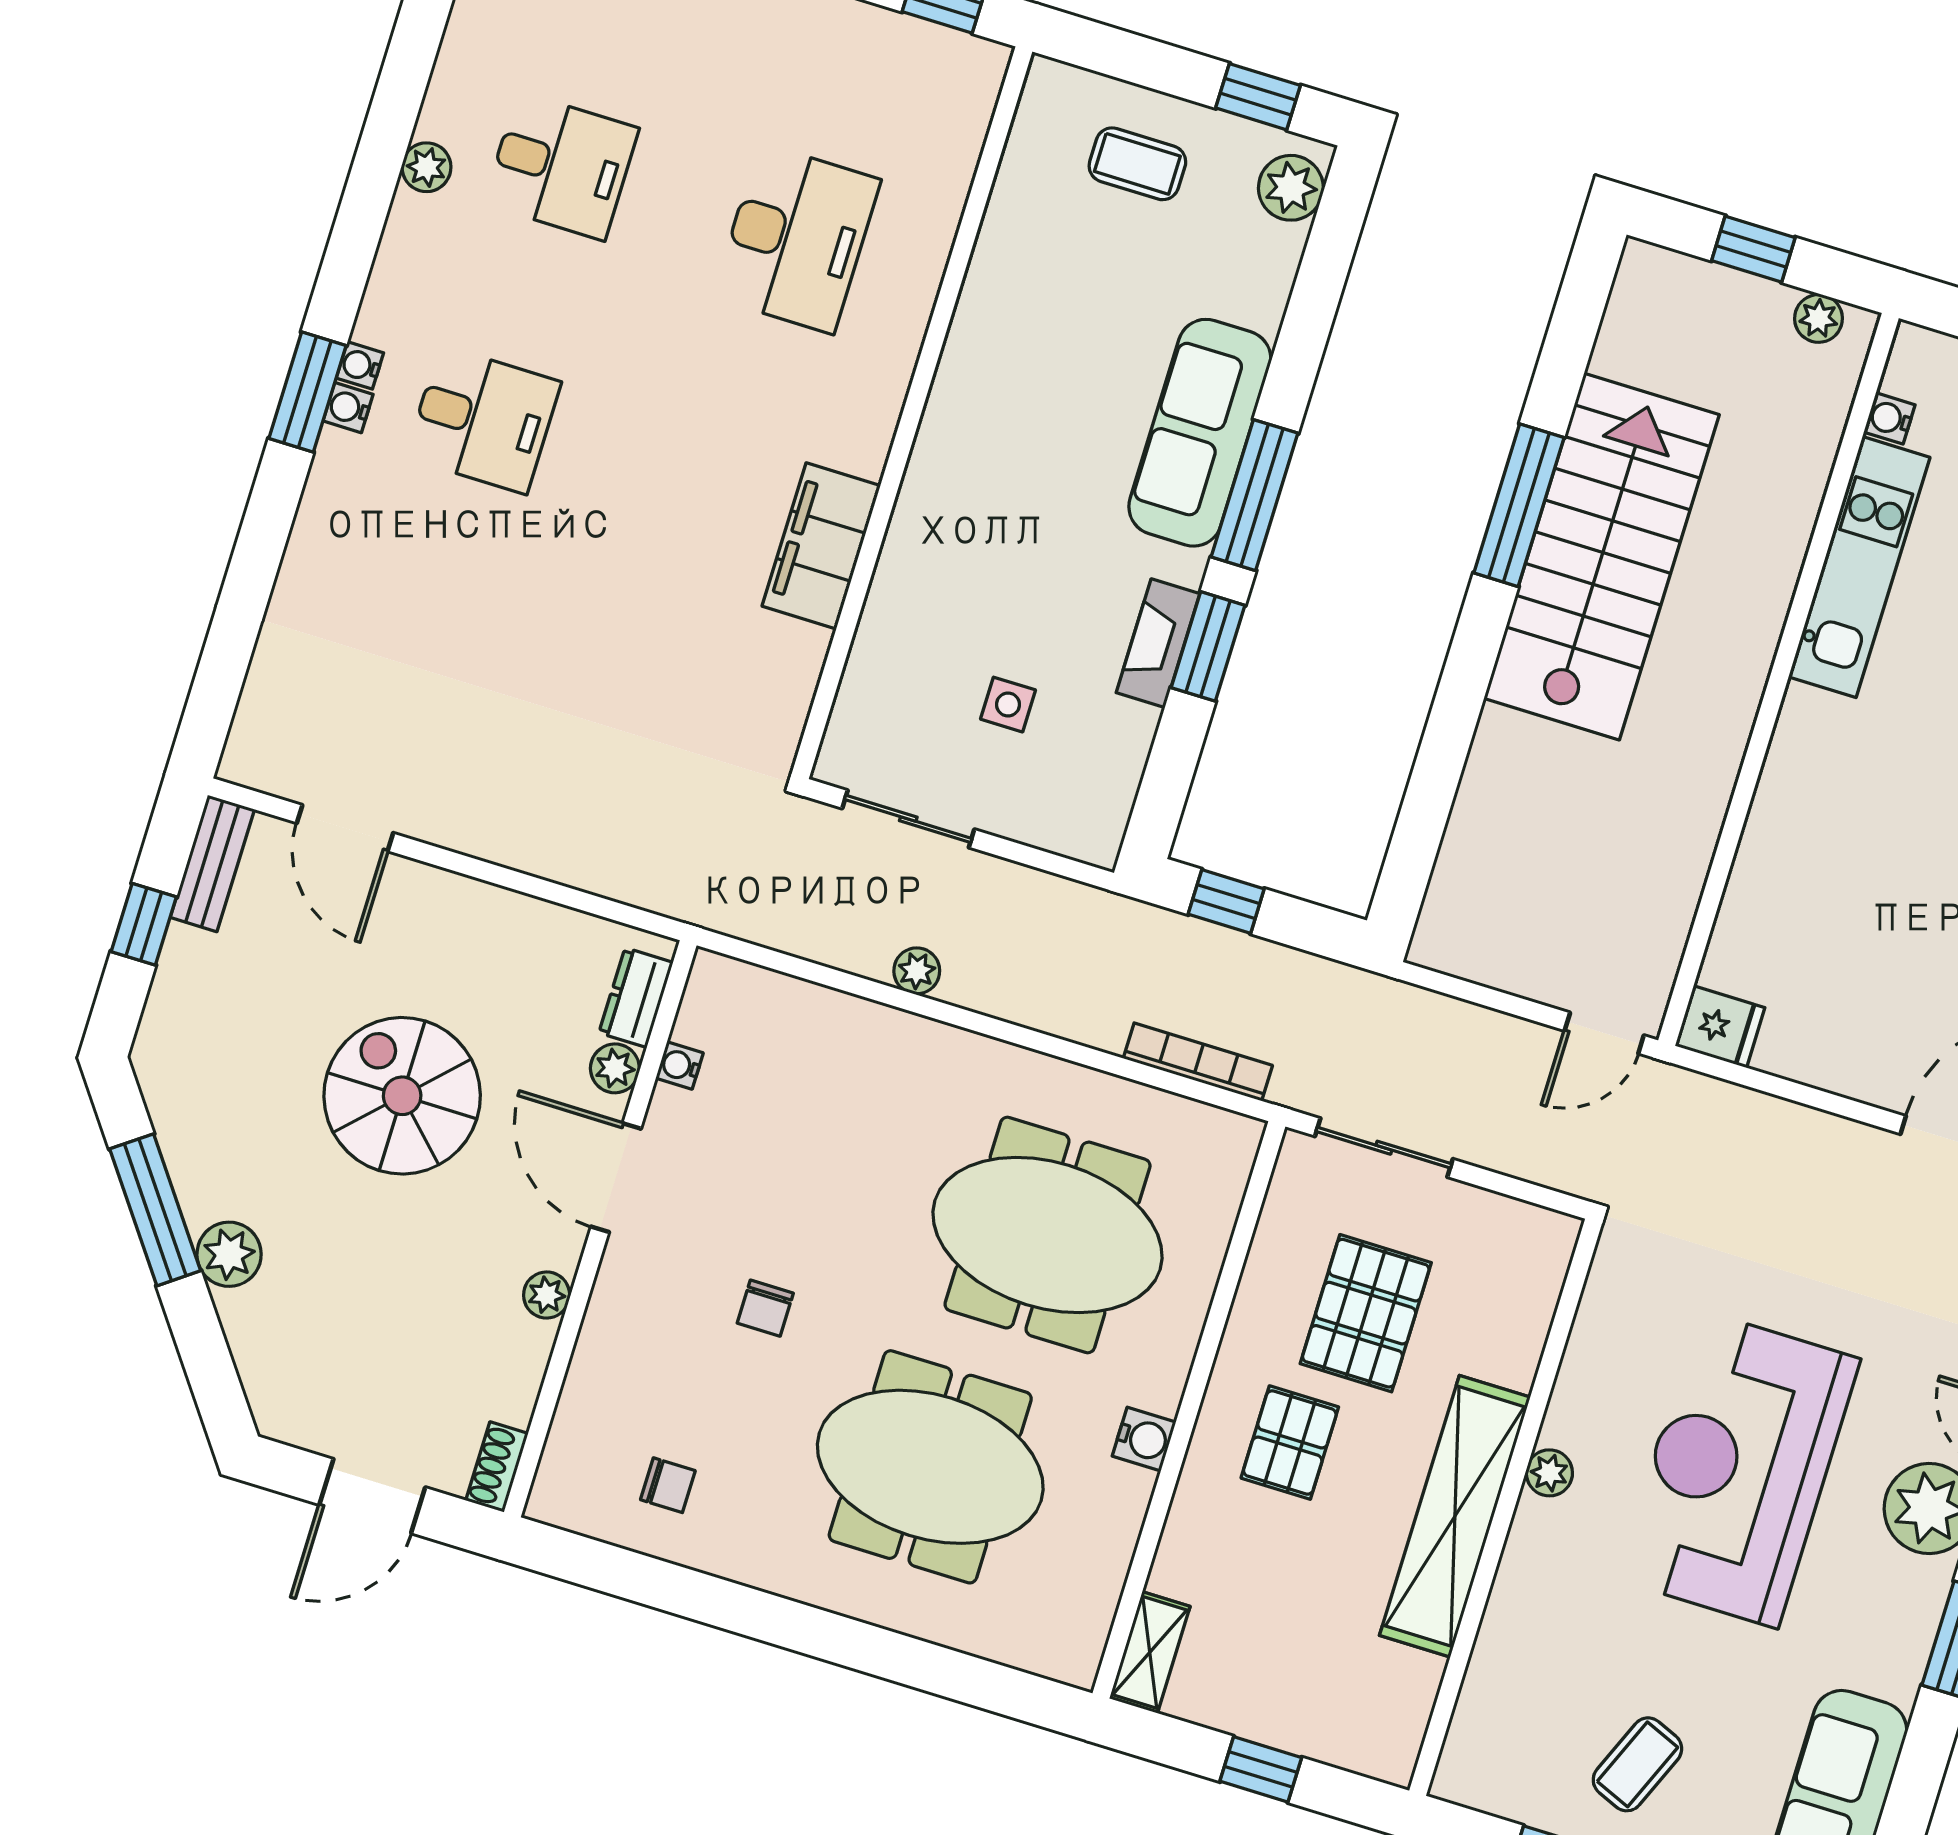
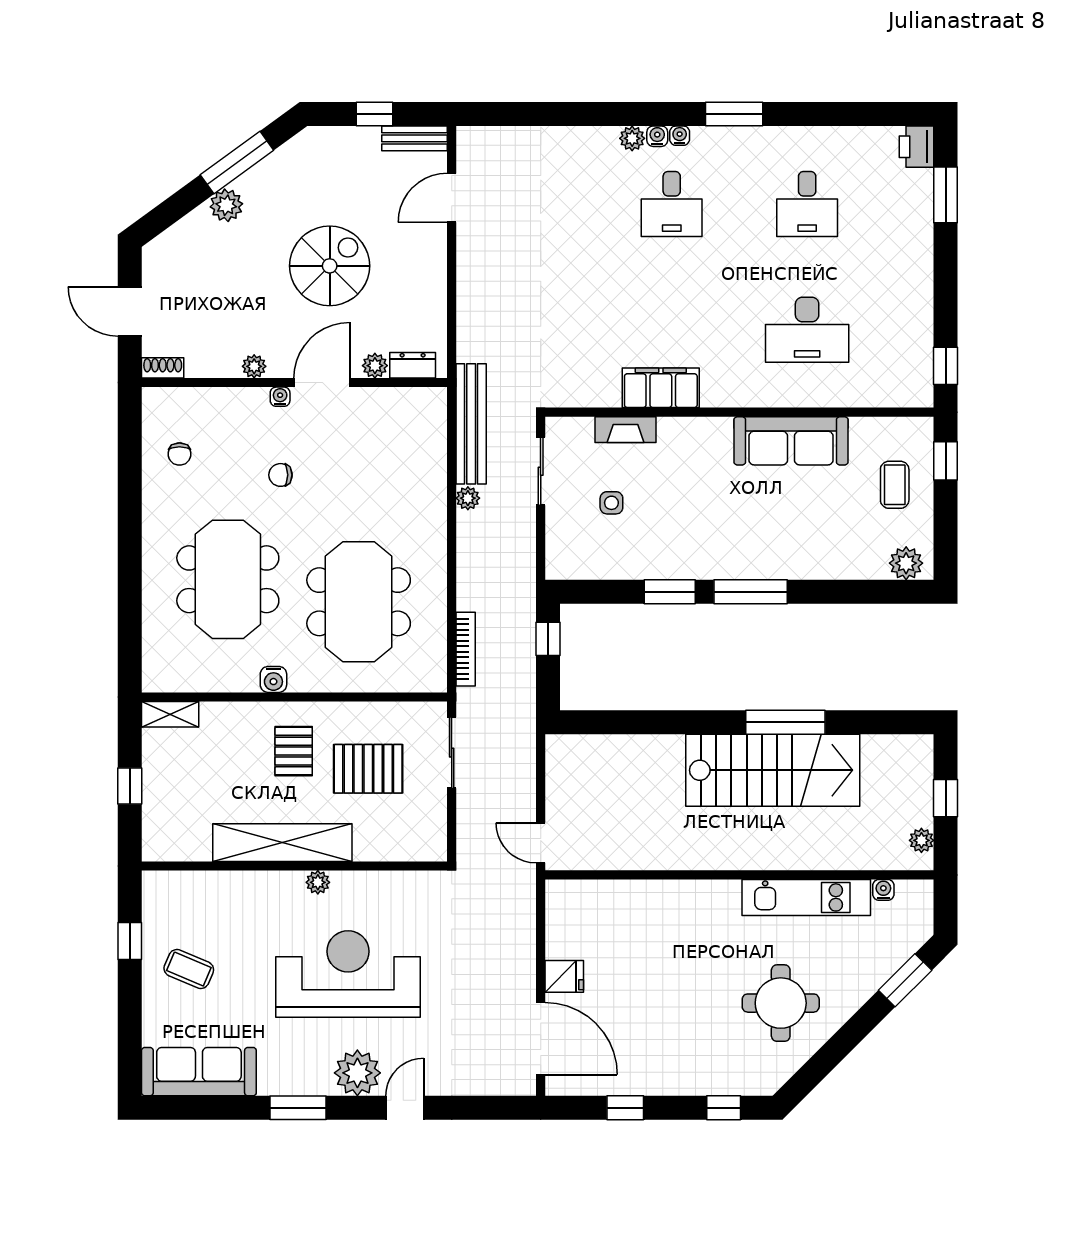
window: (1258, 97) -> (946, 461), moved
plant: (427, 167) -> (632, 138), moved
window: (307, 392) -> (734, 114), moved
sofa: (1200, 433) -> (791, 441), moved, turned 180
fireplace: (1158, 643) -> (626, 430), moved, turned 180
bench: (780, 922) -> (471, 424), added
fridge: (1720, 1027) -> (564, 976), moved, turned -90
water cooler: (680, 1065) -> (280, 397), moved
pallet: (1290, 1443) -> (294, 751), turned 90

